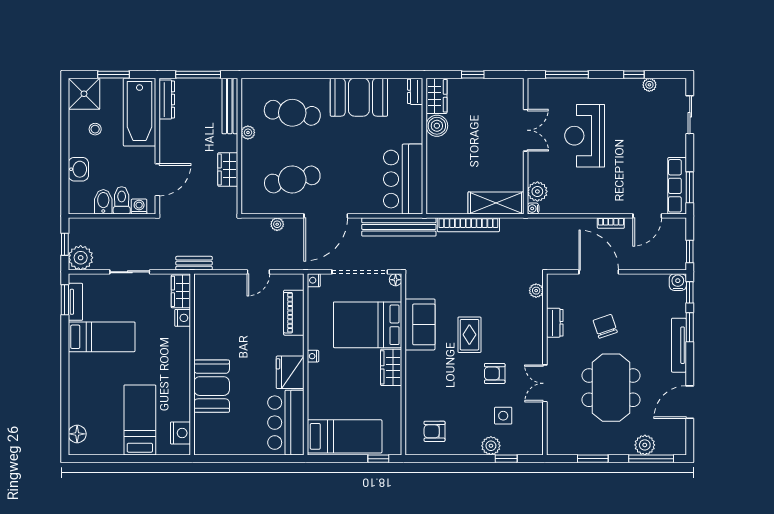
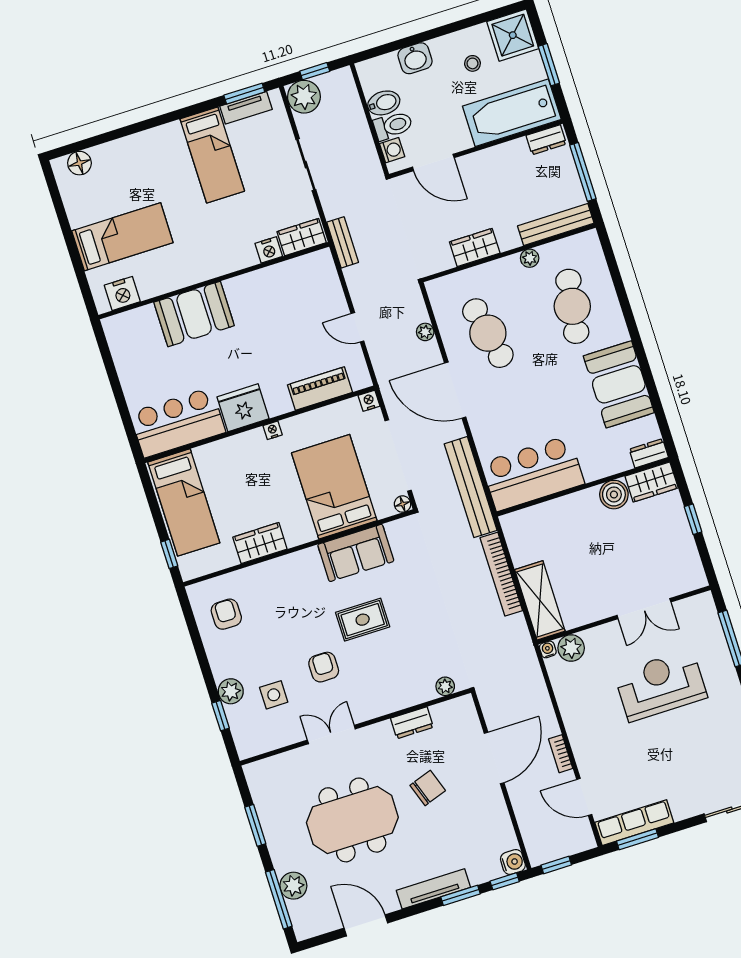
dresser: (167, 100) -> (546, 140), width x0.70
wardrobe: (391, 367) -> (260, 543), moved

